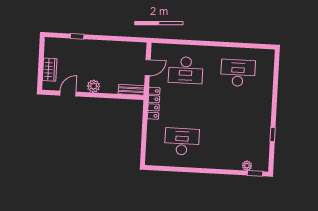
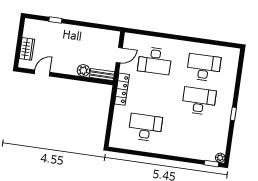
plant: (94, 86) -> (83, 71), moved
desk: (236, 109) -> (199, 101), added
window: (273, 134) -> (233, 114), moved
plant: (247, 166) -> (220, 158), moved

